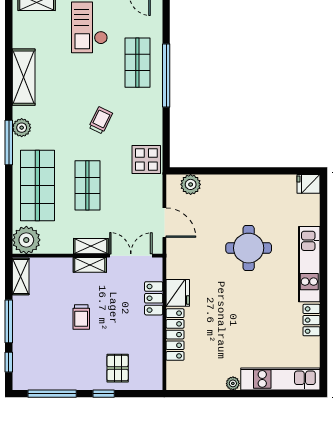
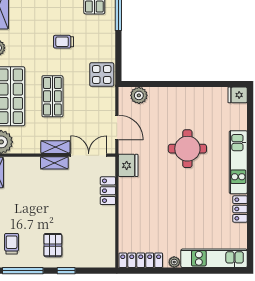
trolley: (101, 120) -> (63, 42), turned -116
fridge: (178, 293) -> (128, 165), moved
trolley: (81, 317) -> (12, 244), moved, turned 180
locker: (175, 335) -> (141, 260), moved, turned -90
pallet: (118, 368) -> (53, 245), moved

